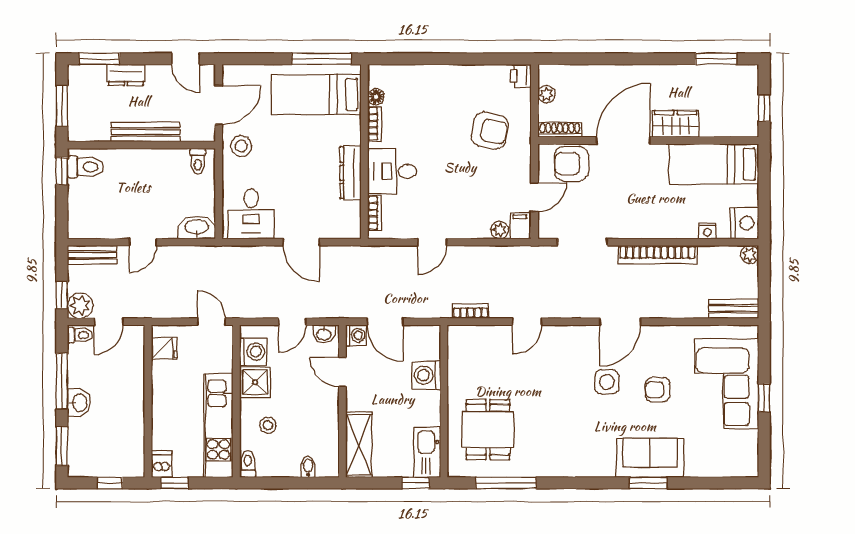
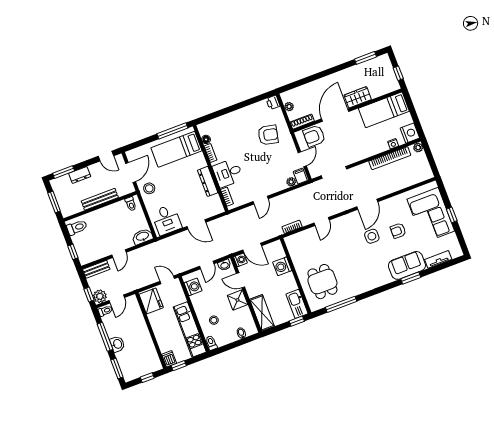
window: (62, 171) -> (73, 252), moved
bookcase: (657, 254) -> (390, 158), moved
bench: (734, 309) -> (420, 177), removed
fridge: (164, 348) -> (151, 301), width x1.88, depth x1.34
shower: (255, 382) -> (238, 300), moved
tv unit: (710, 468) -> (438, 259), added

